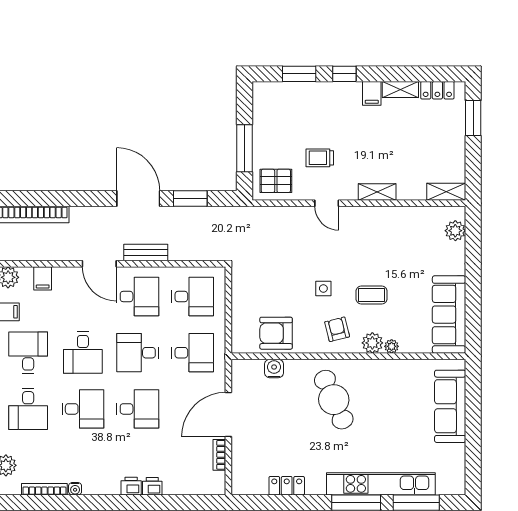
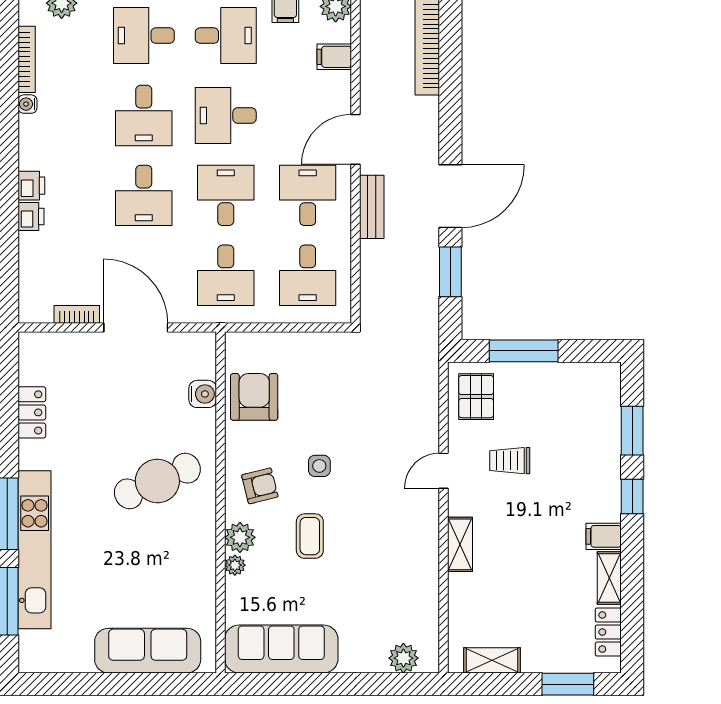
trolley: (320, 158) -> (510, 461), turned -90
shelving: (446, 192) -> (492, 660), moved, turned 90
desk: (138, 297) -> (308, 195), turned 180

